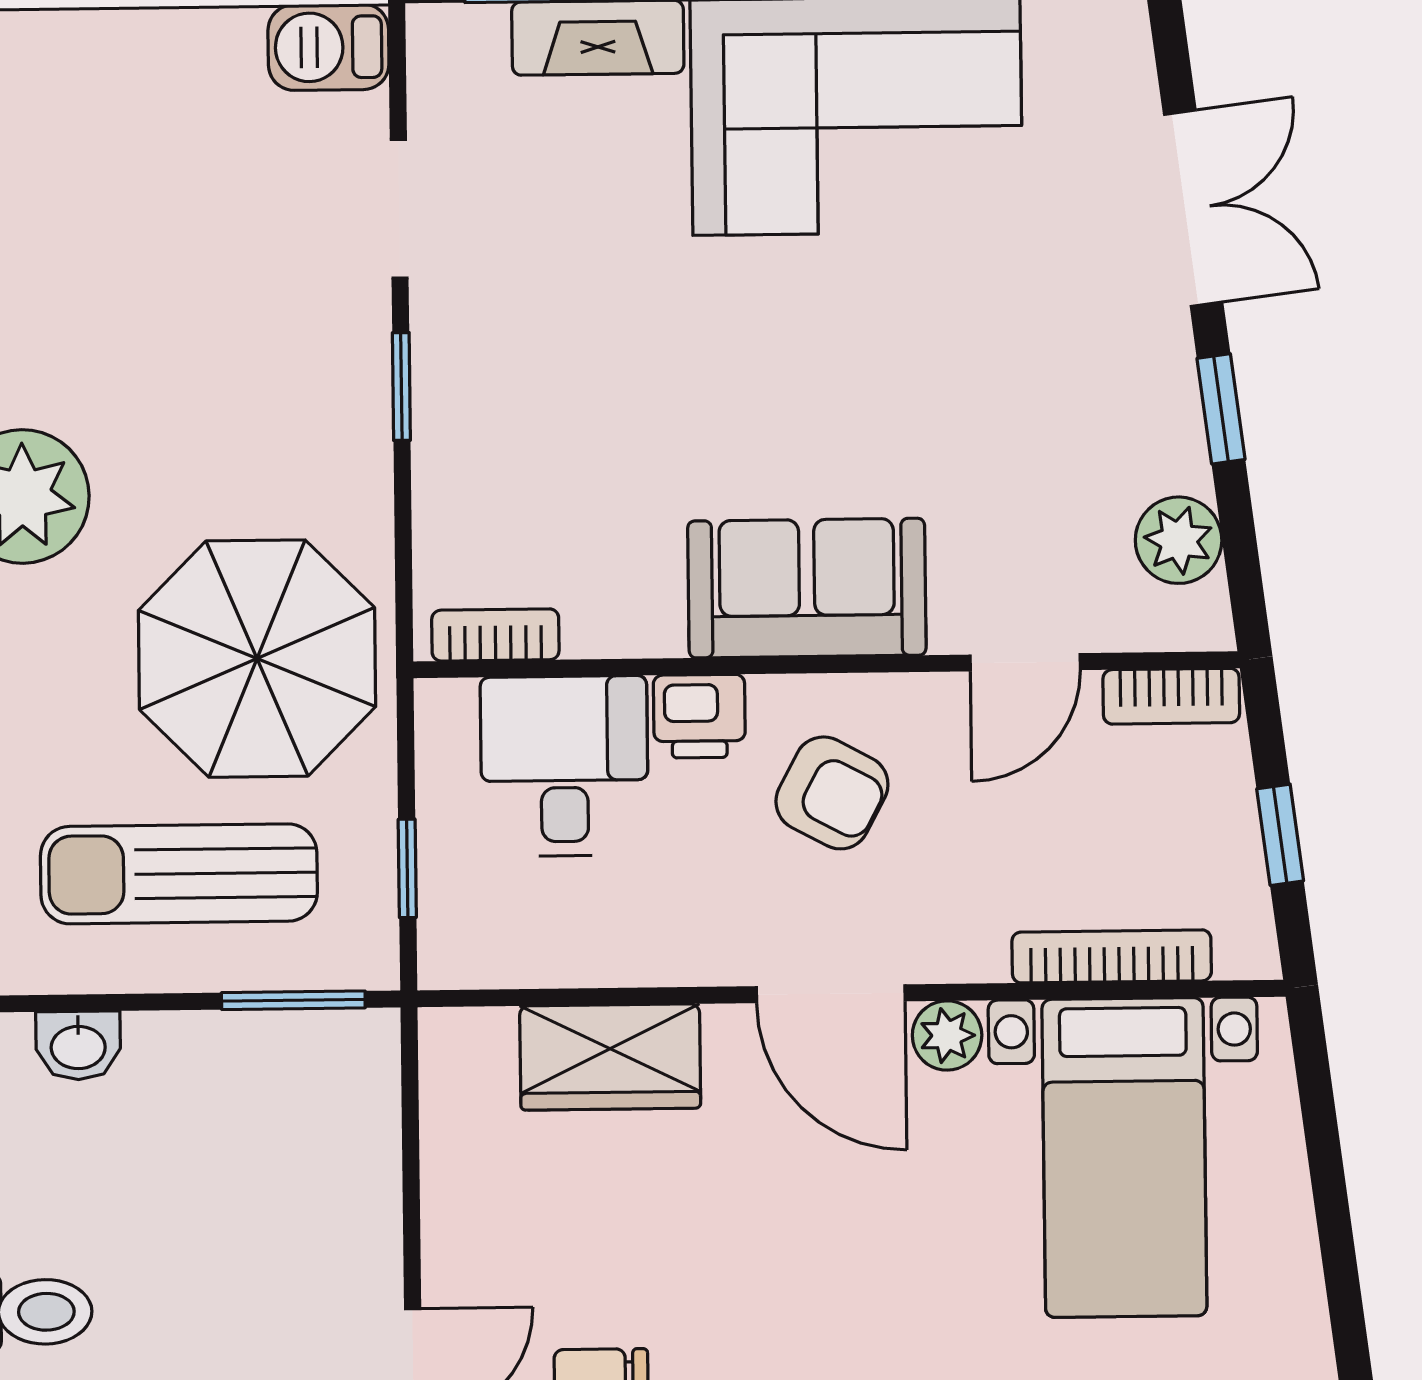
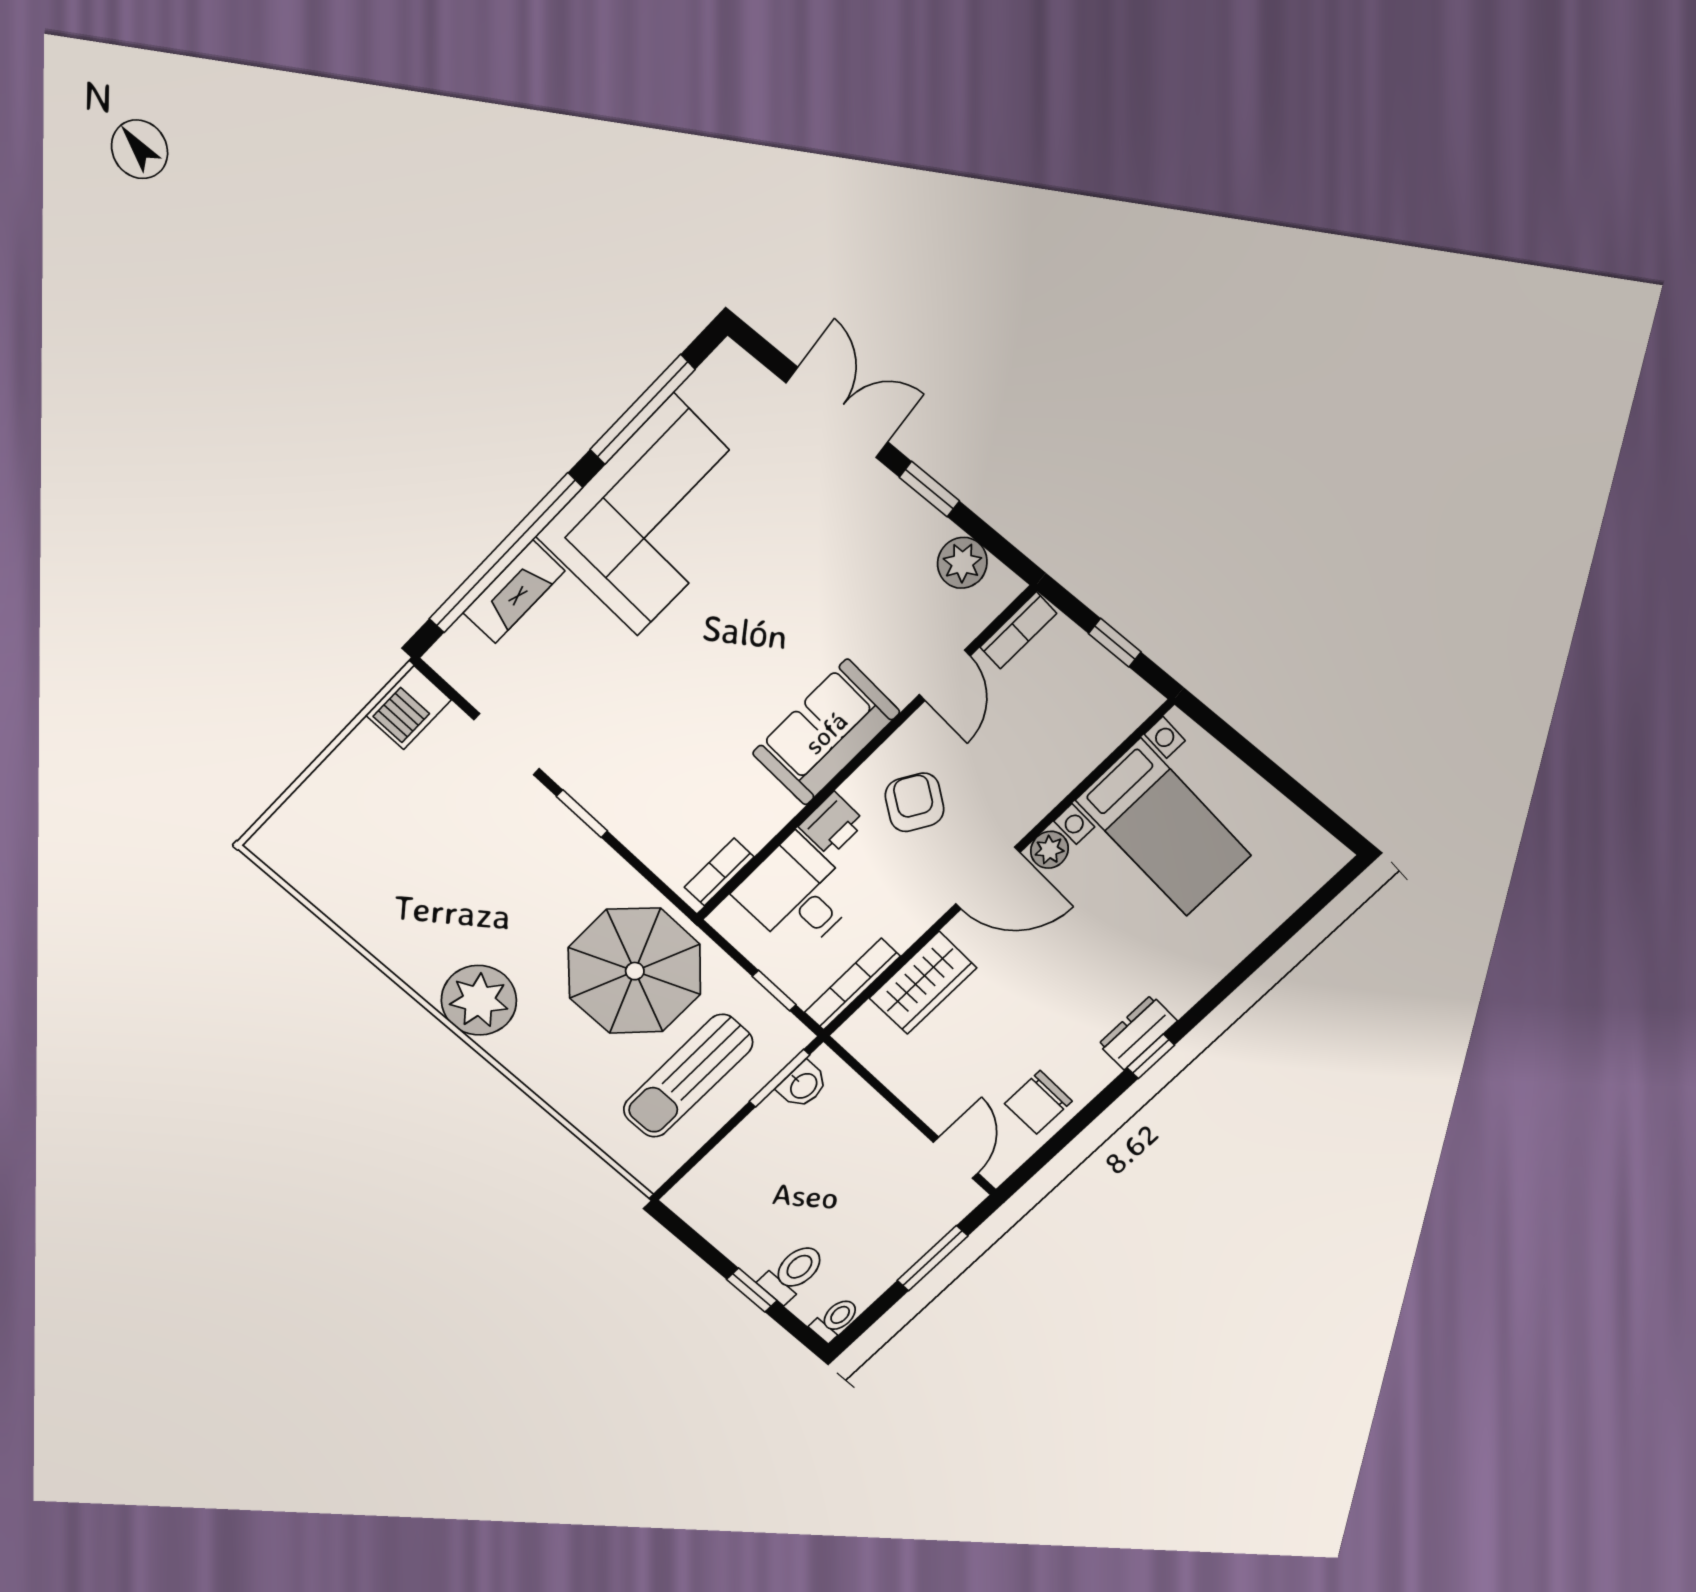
armchair: (832, 793) -> (915, 802), turned -87
bookcase: (1112, 956) -> (852, 984), moved
washbasin: (78, 1045) -> (803, 1085), moved

